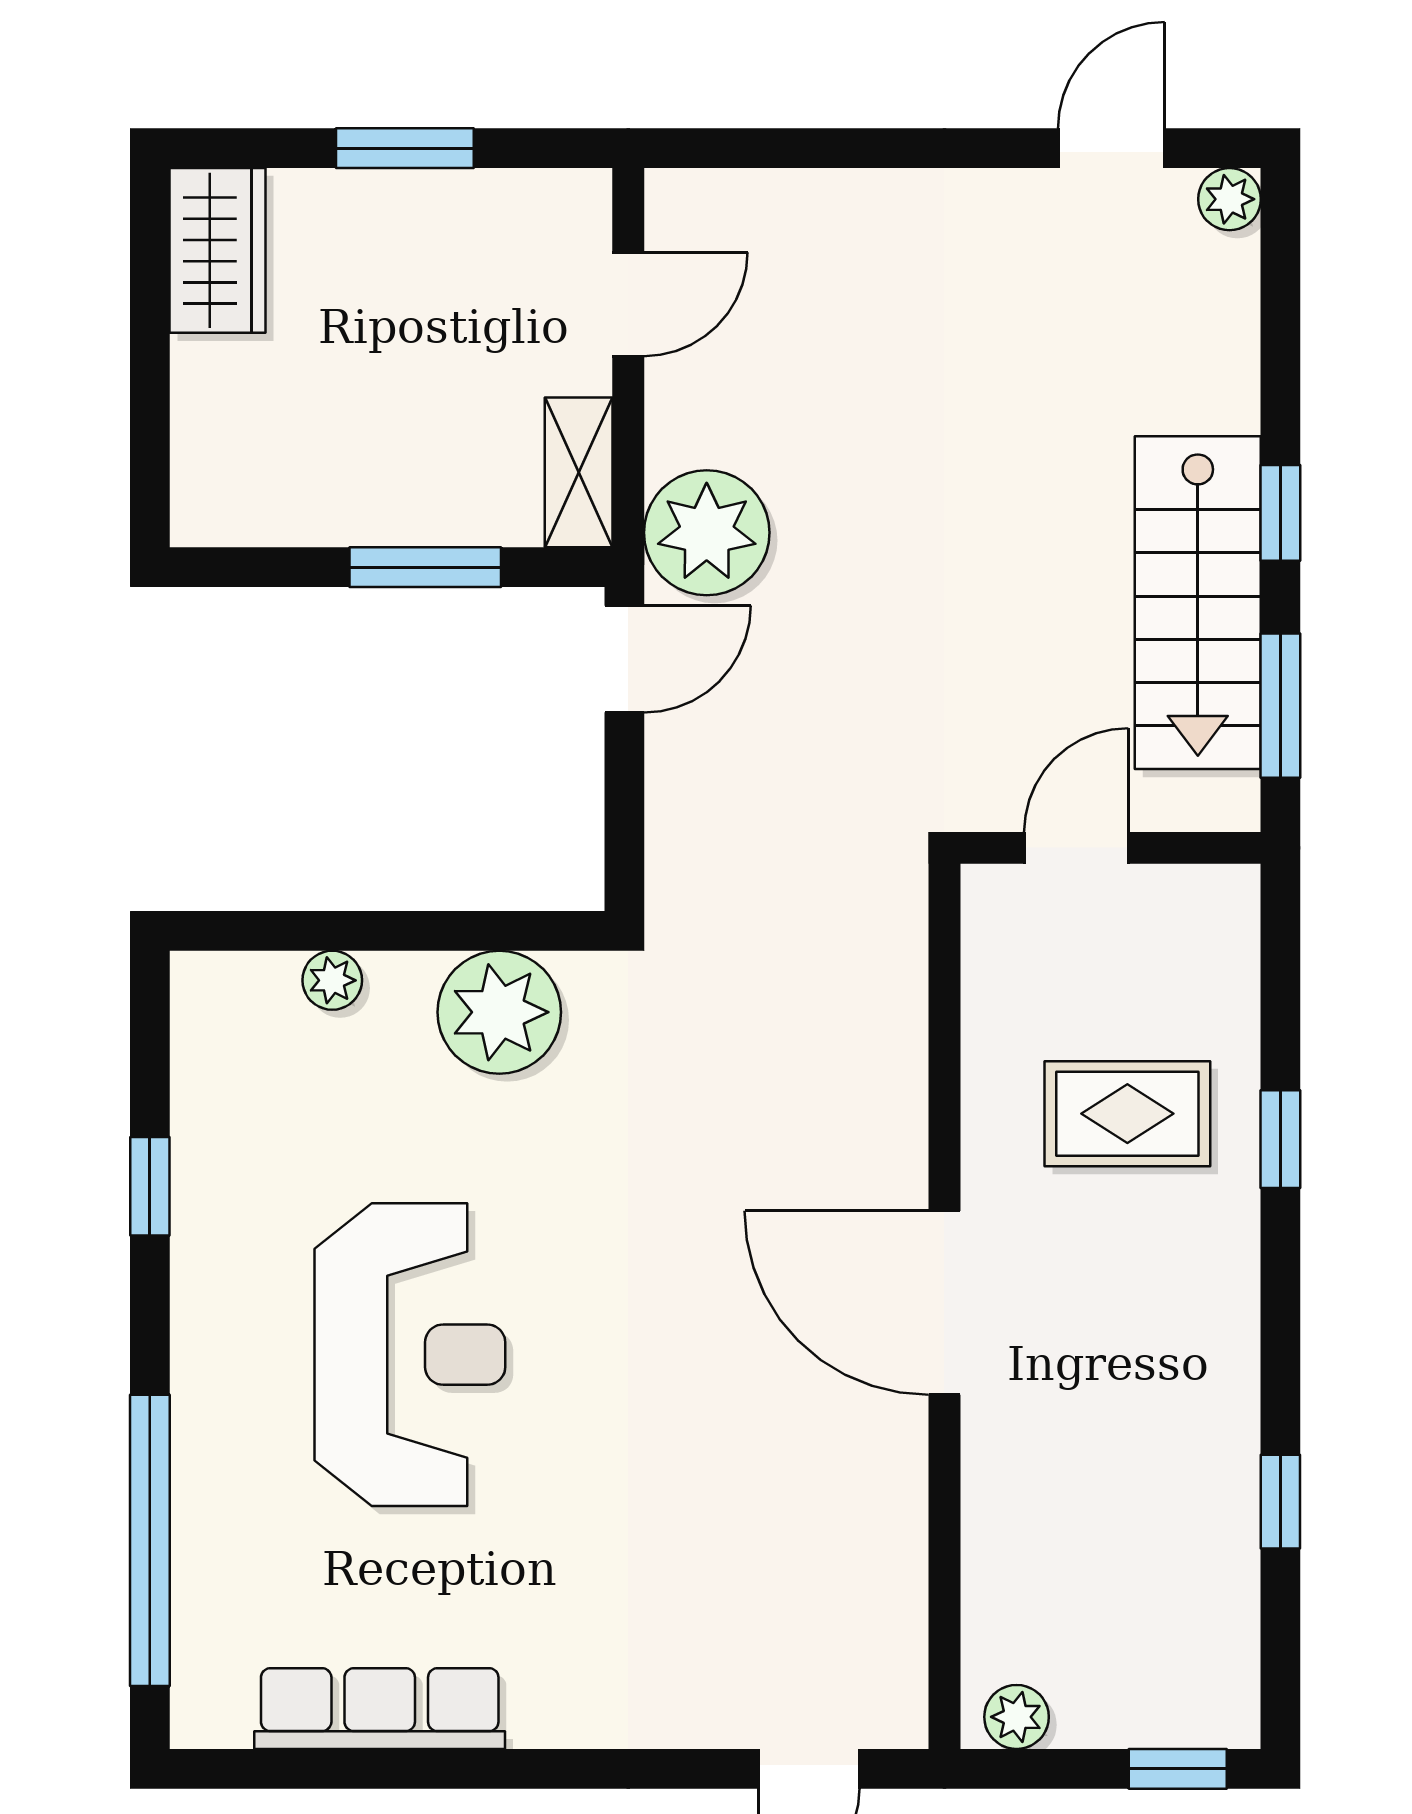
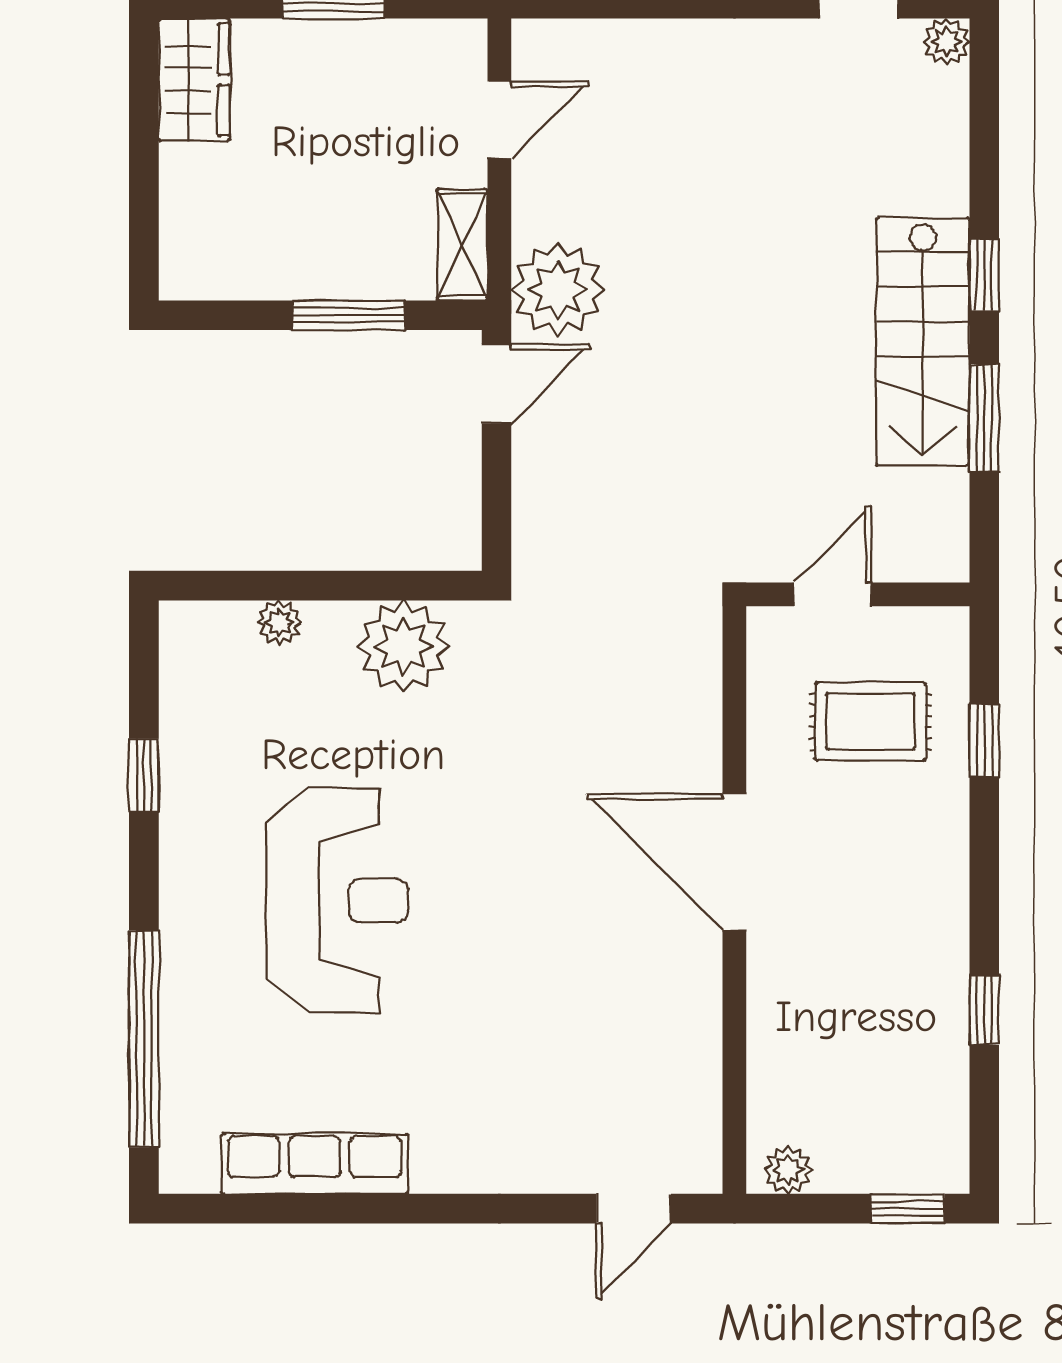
door: (1076, 848) -> (832, 594), moved
wall: (1110, 848) -> (858, 594), moved

